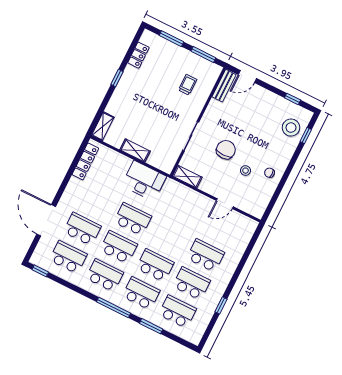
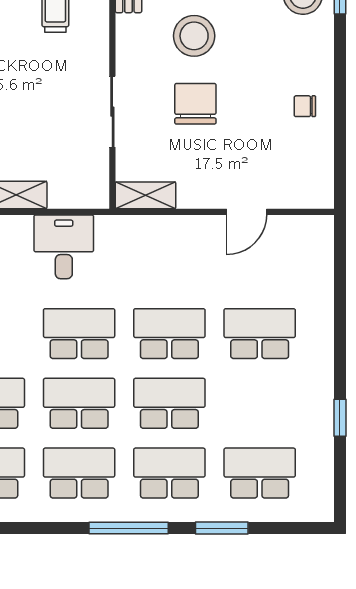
stool: (246, 171) -> (194, 36), moved, width x1.89, depth x1.89
desk: (144, 181) -> (64, 247), width x0.73
school desk: (191, 283) -> (169, 334), moved

